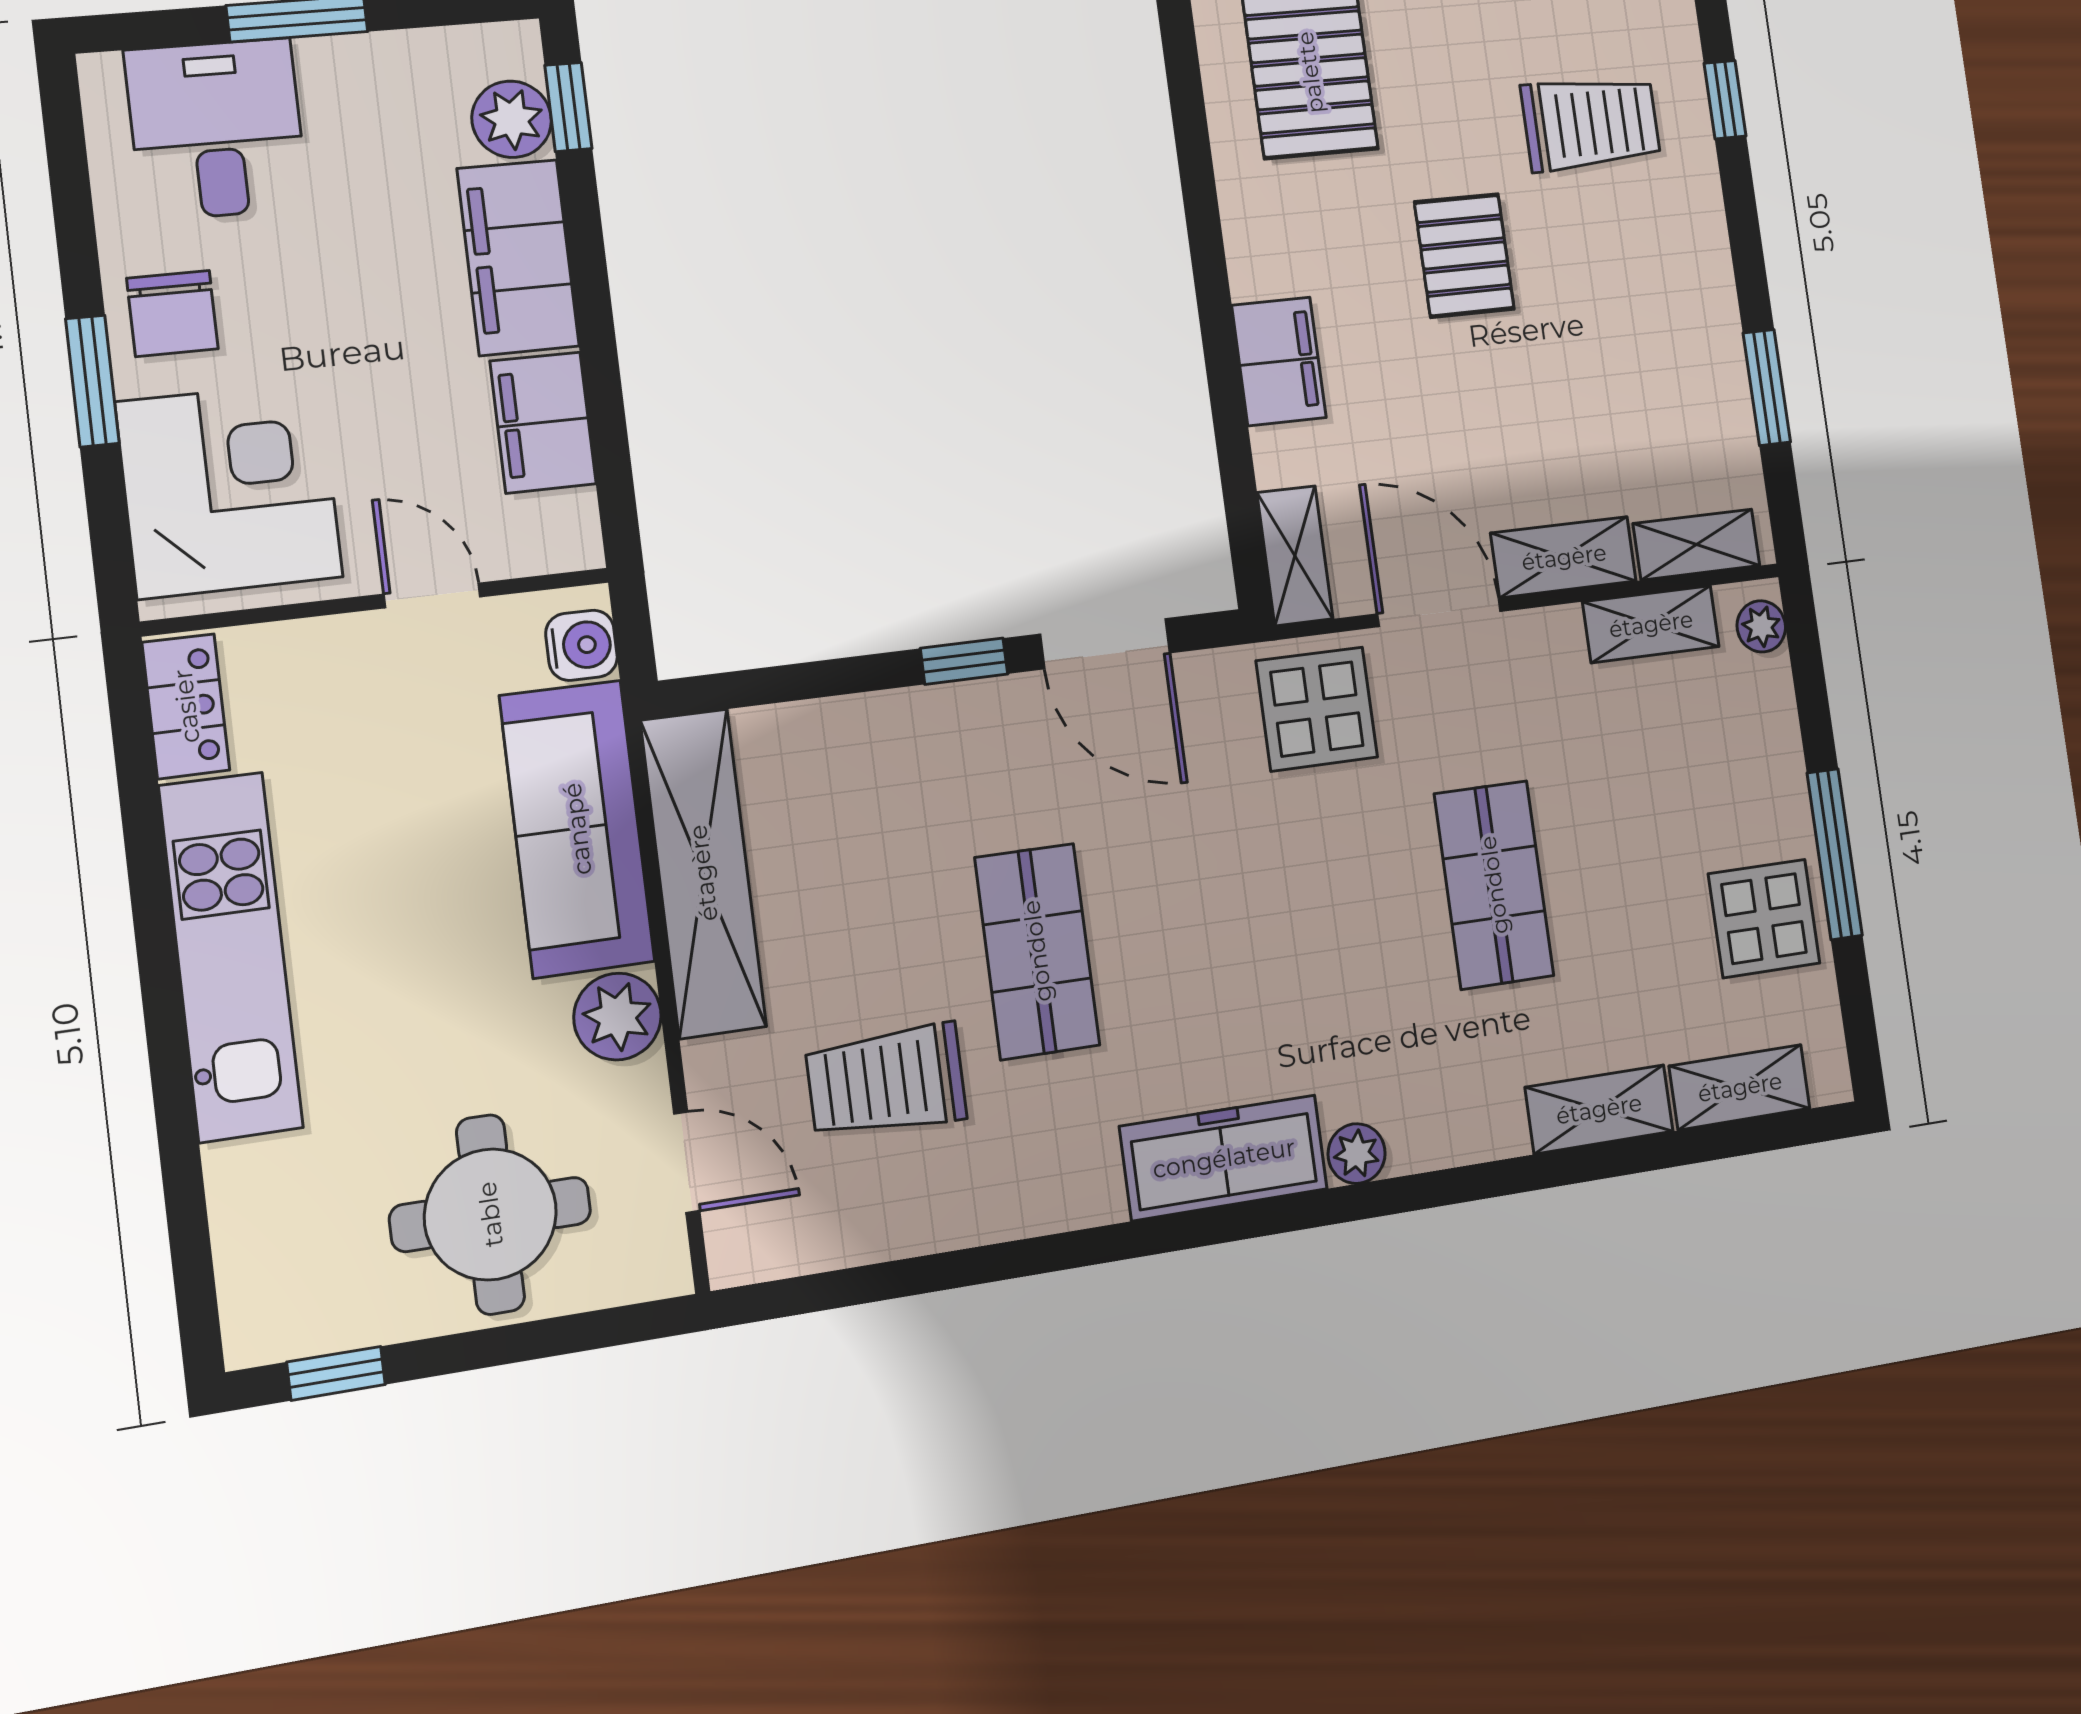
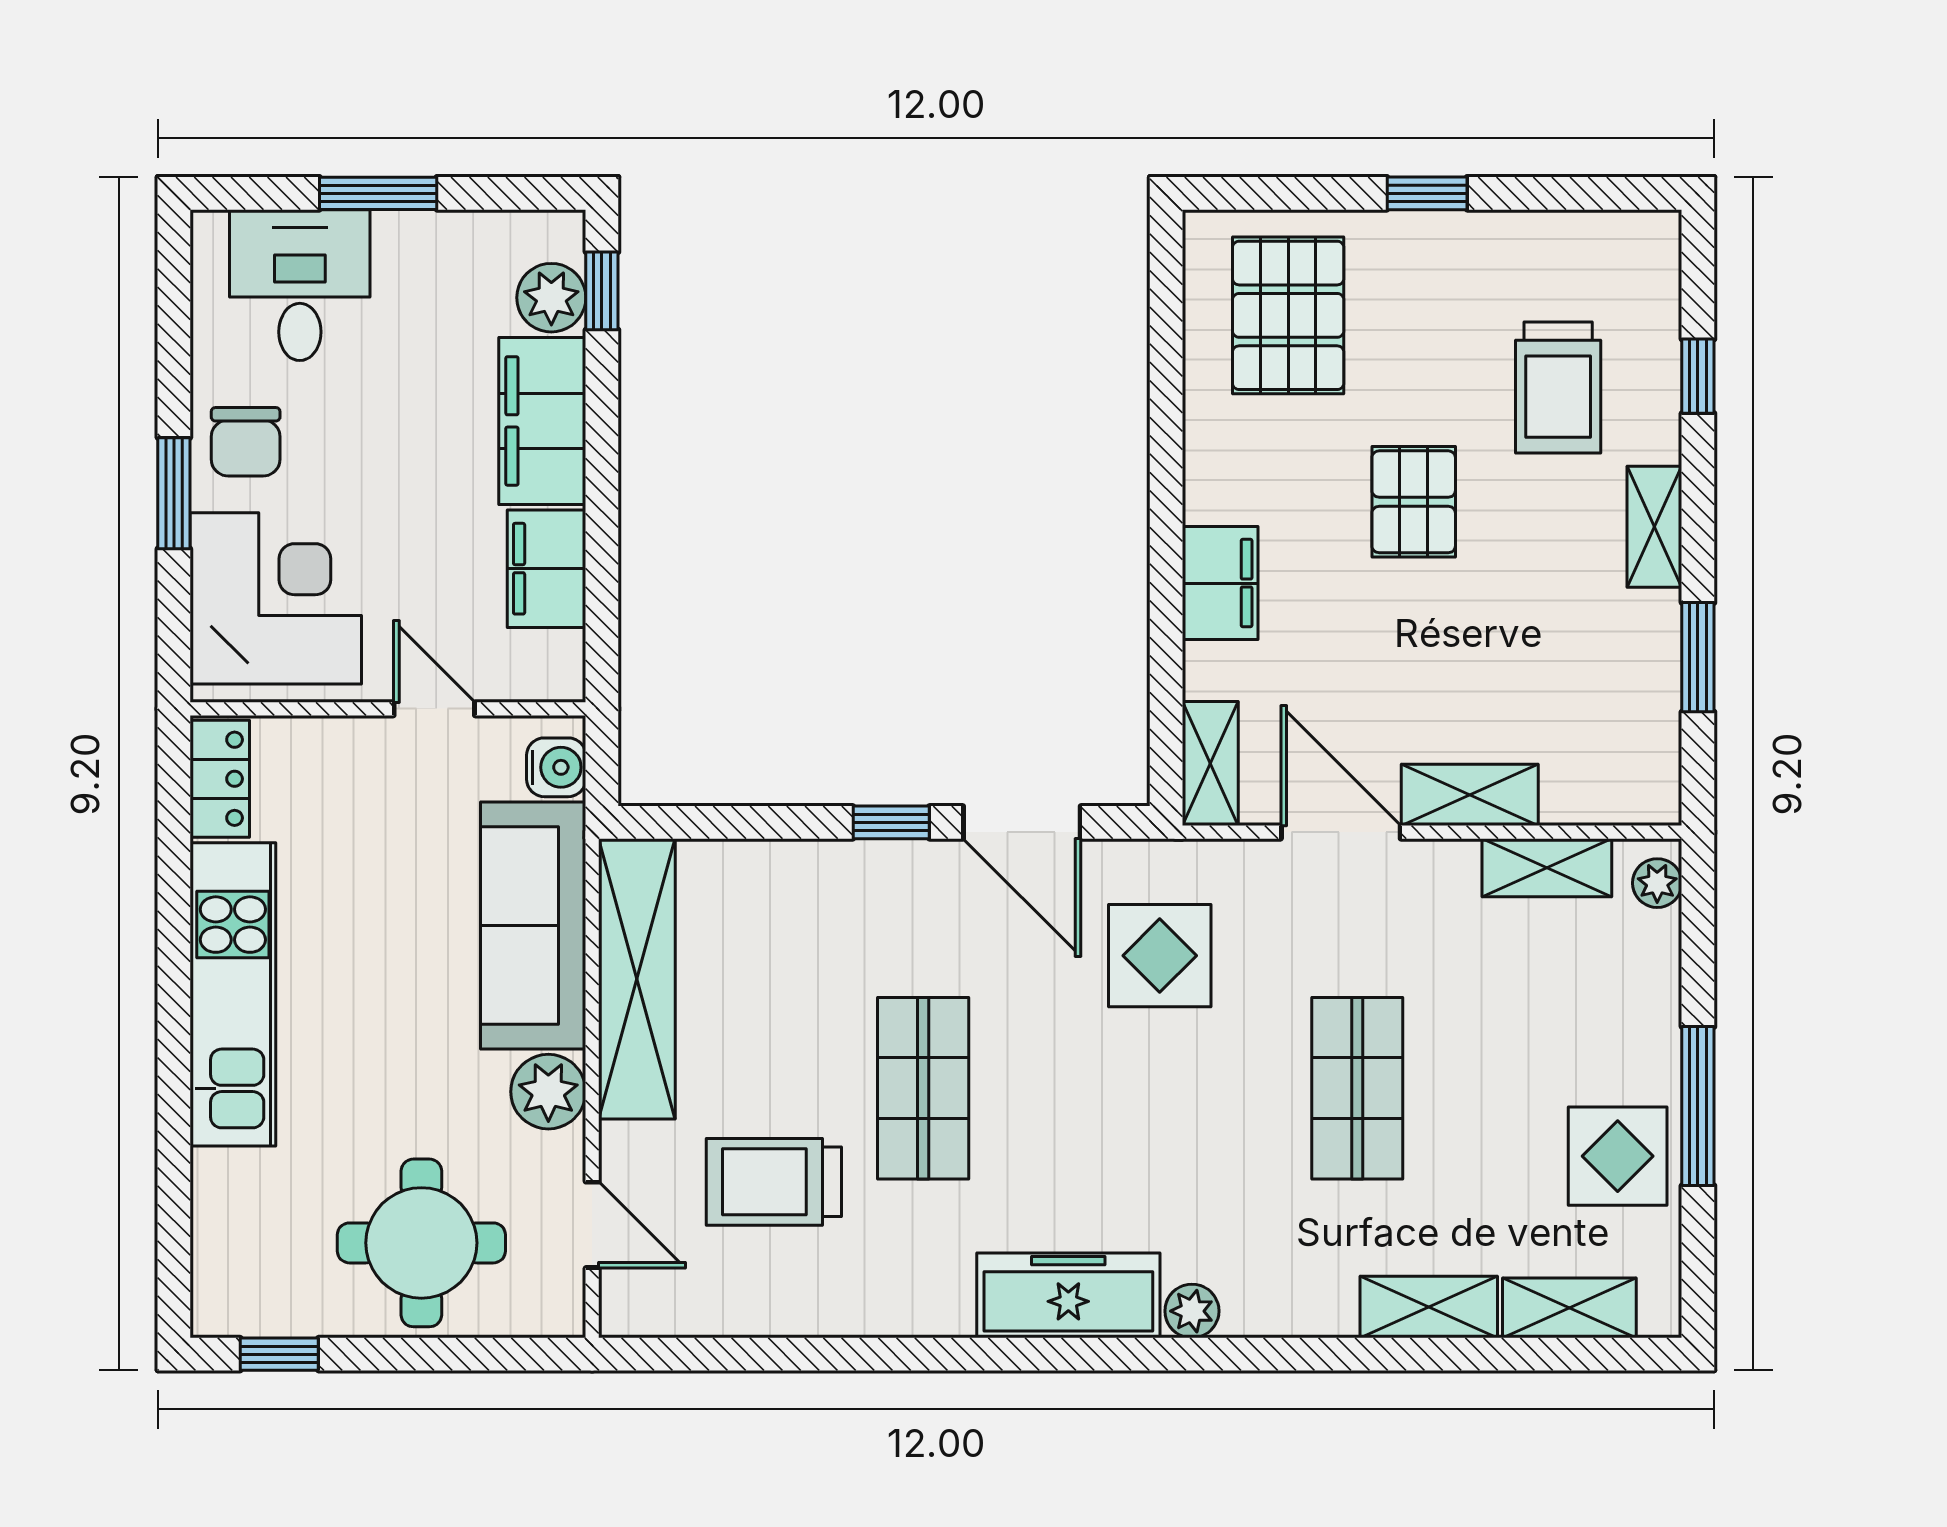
trolley: (1591, 123) -> (1558, 387), turned 90
shelving: (1697, 545) -> (1654, 527), moved, turned 90
display table: (1317, 709) -> (1160, 956), moved

